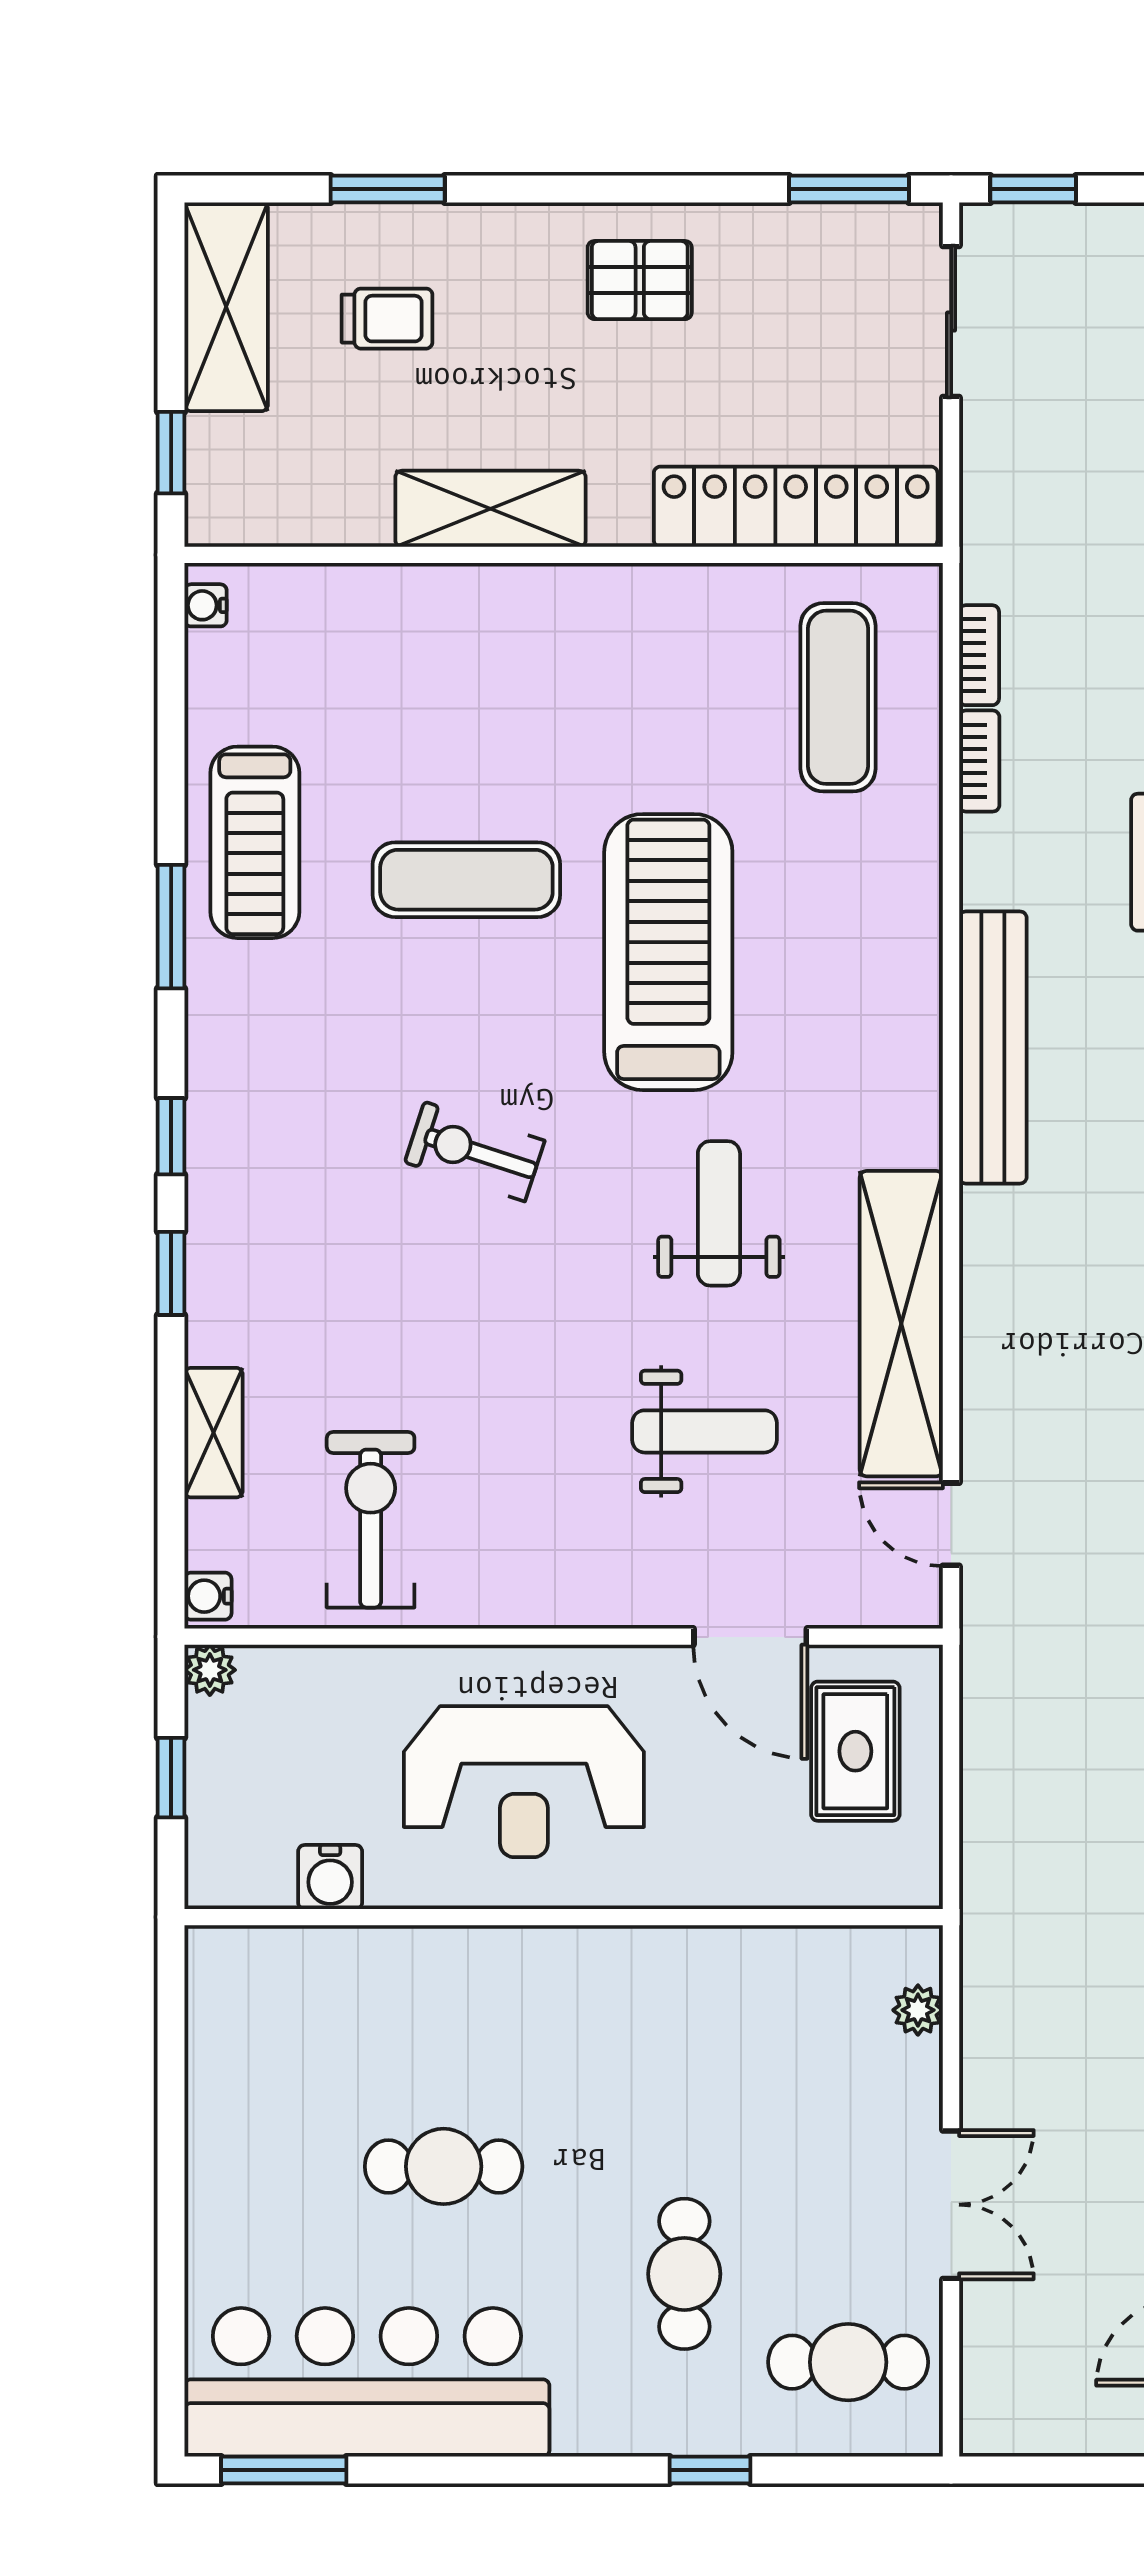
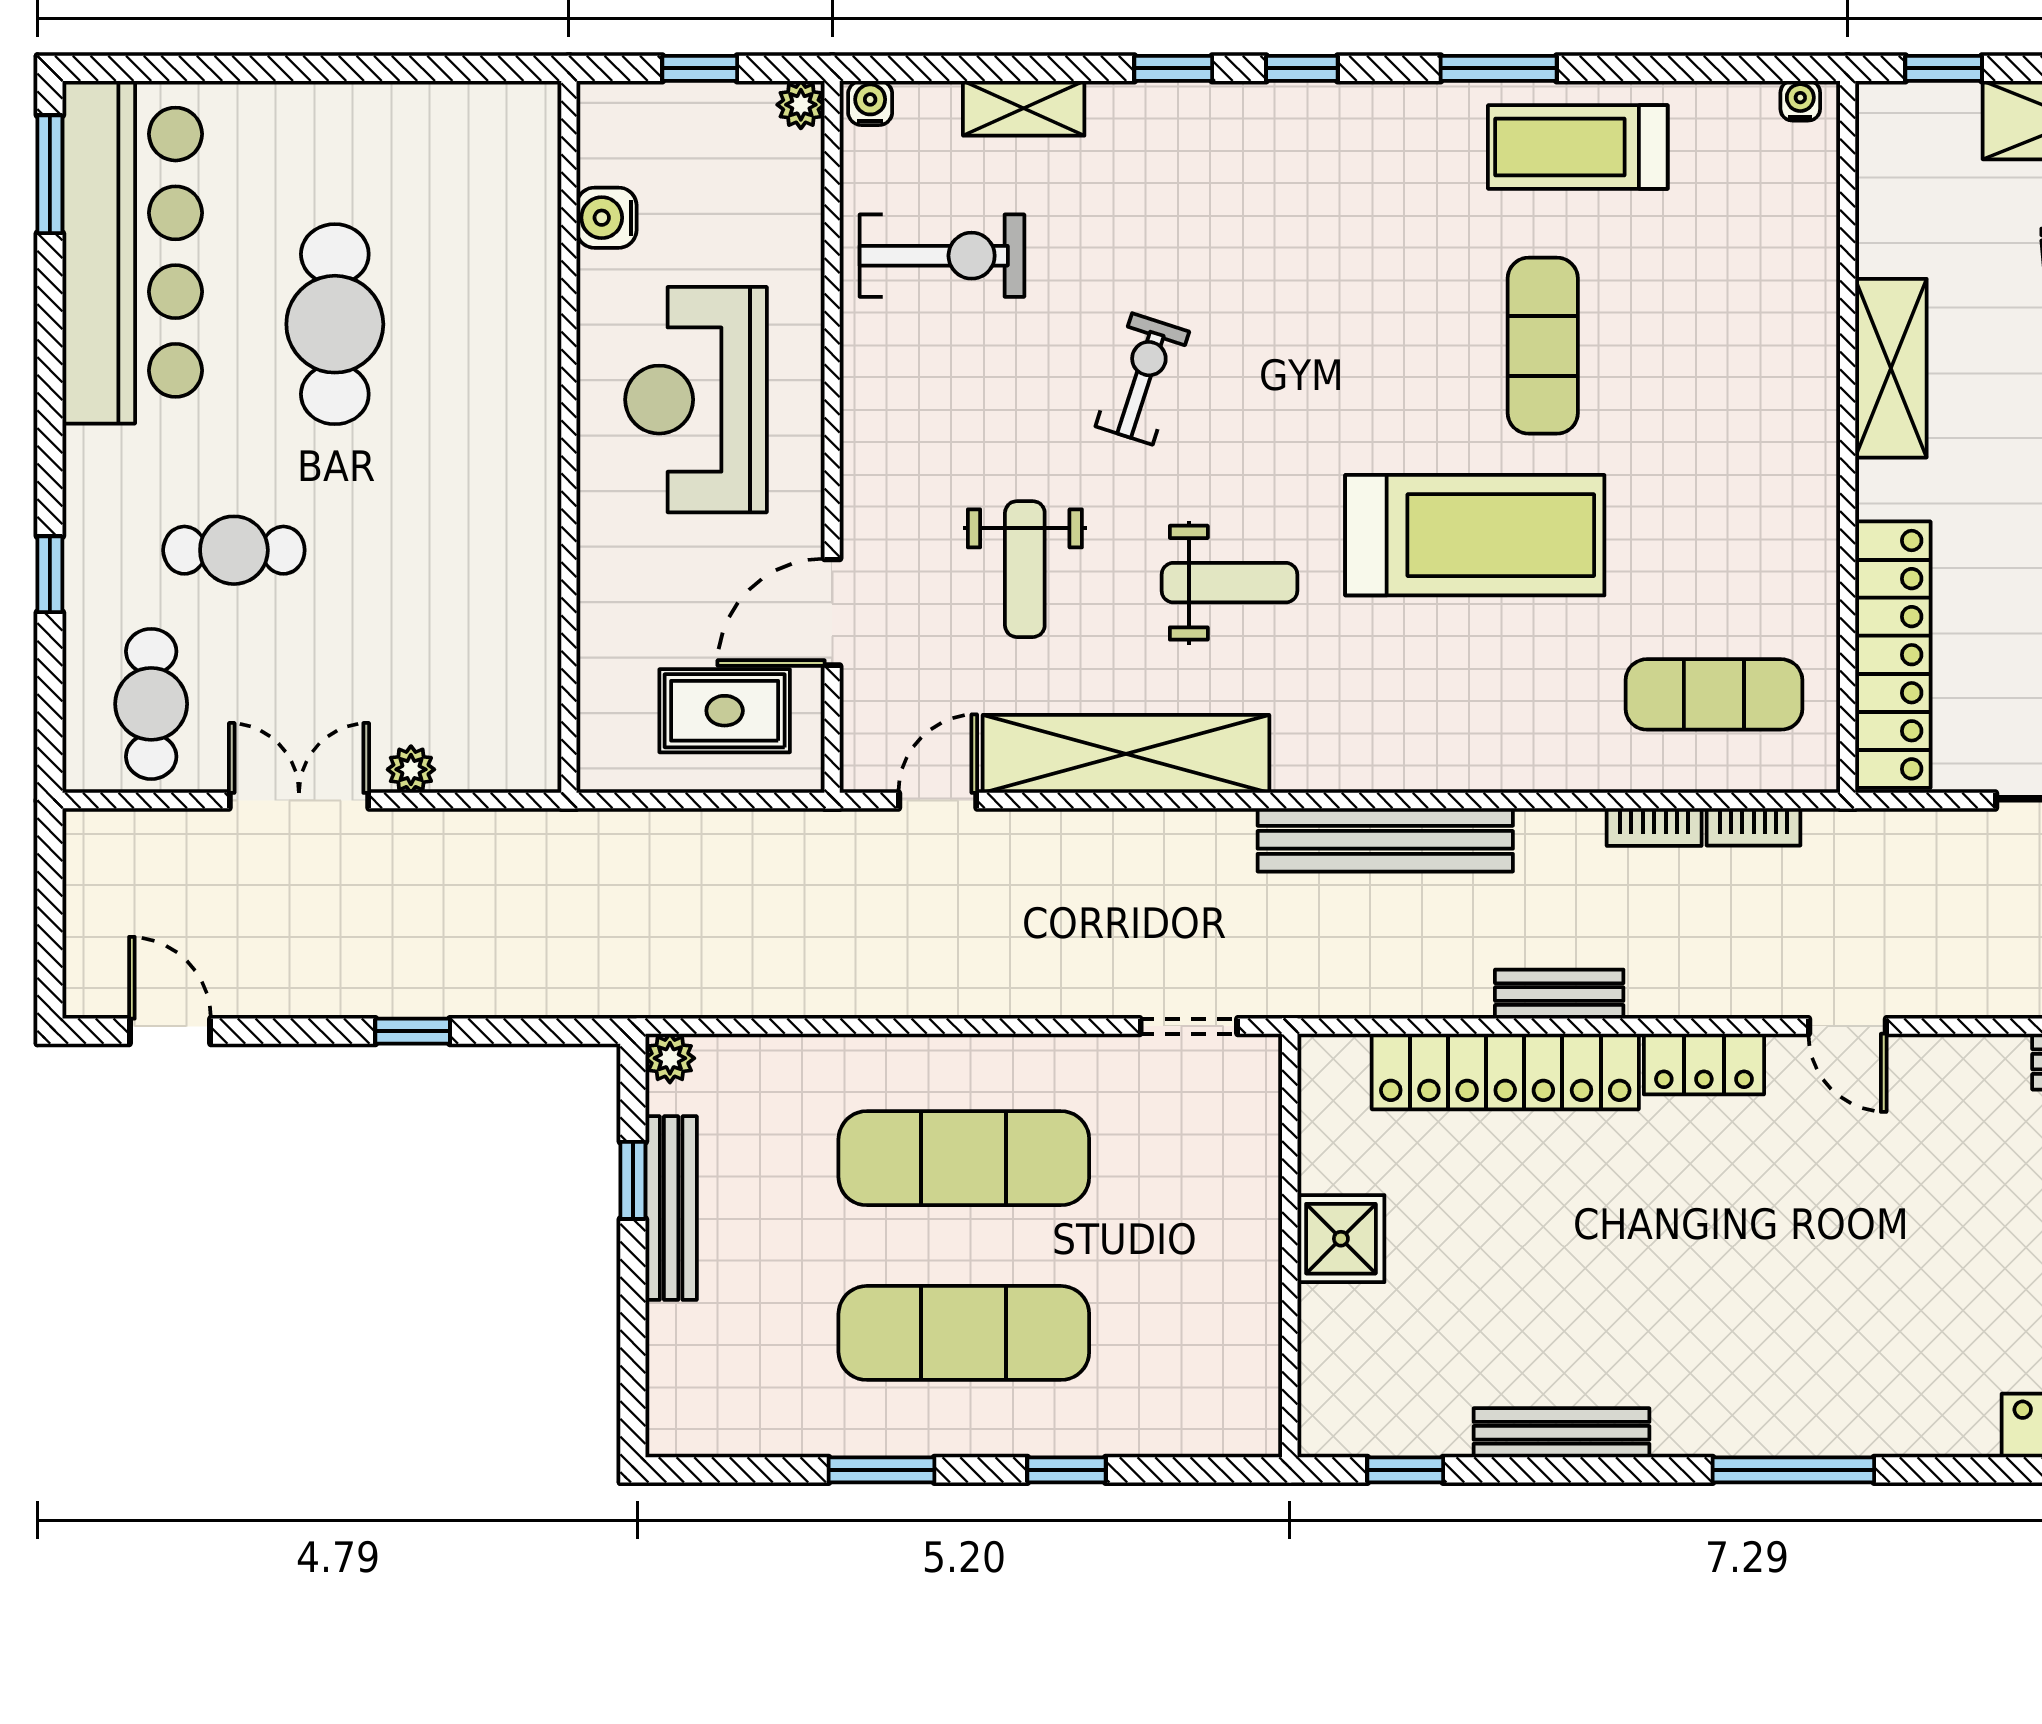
exercise bike: (475, 1152) -> (1142, 379), moved
plant: (918, 2010) -> (411, 769), moved
cafe table: (444, 2166) -> (335, 324), width x1.37, depth x1.35
double door: (951, 2205) -> (299, 801), swing flipped

